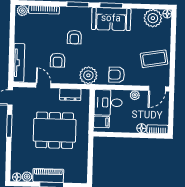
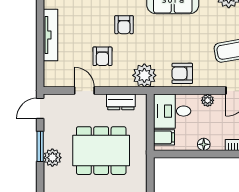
tv unit: (19, 63) -> (51, 35), moved
floor lamp: (141, 128) -> (204, 144), moved
plant: (18, 134) -> (52, 158), added

